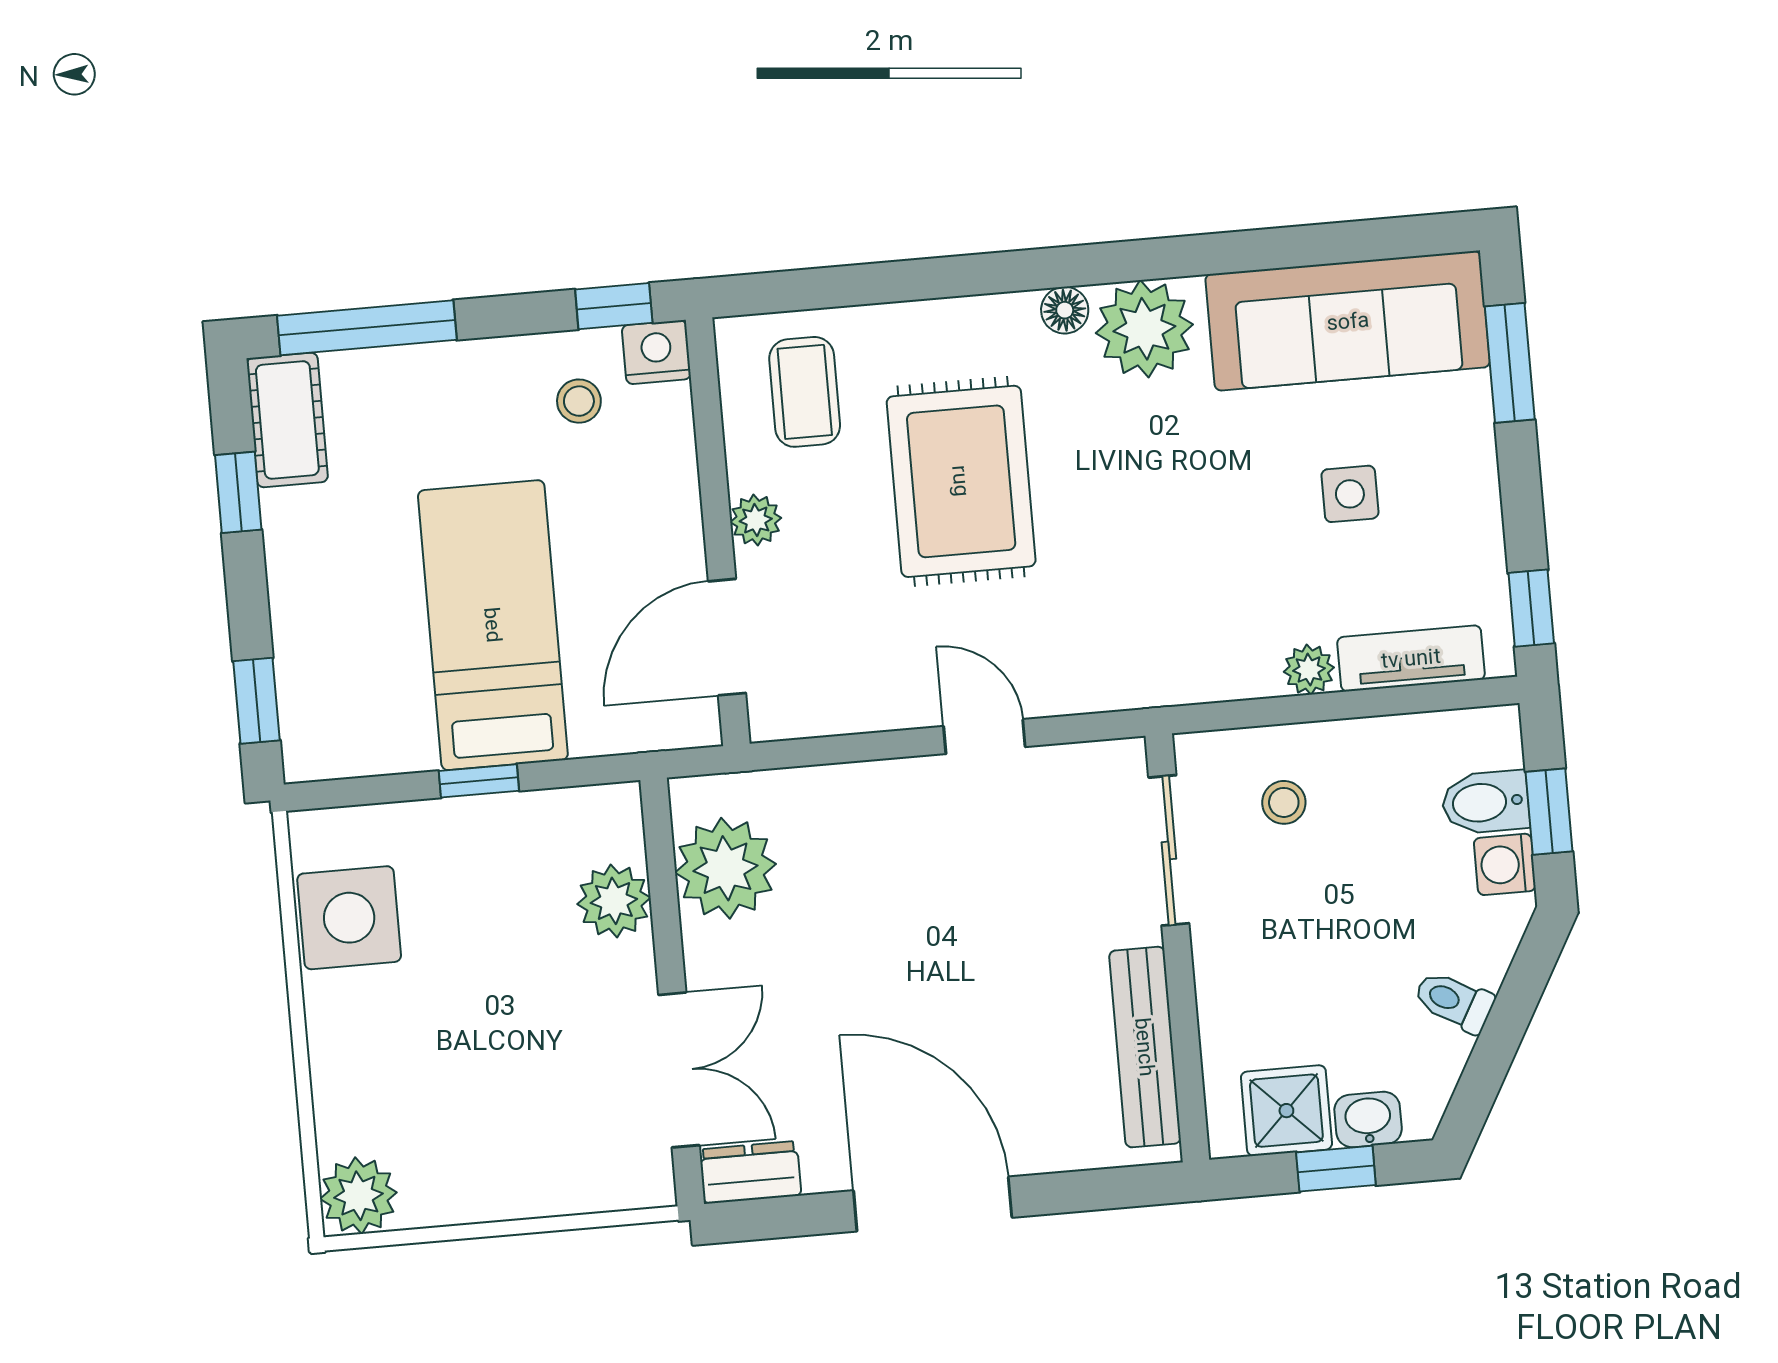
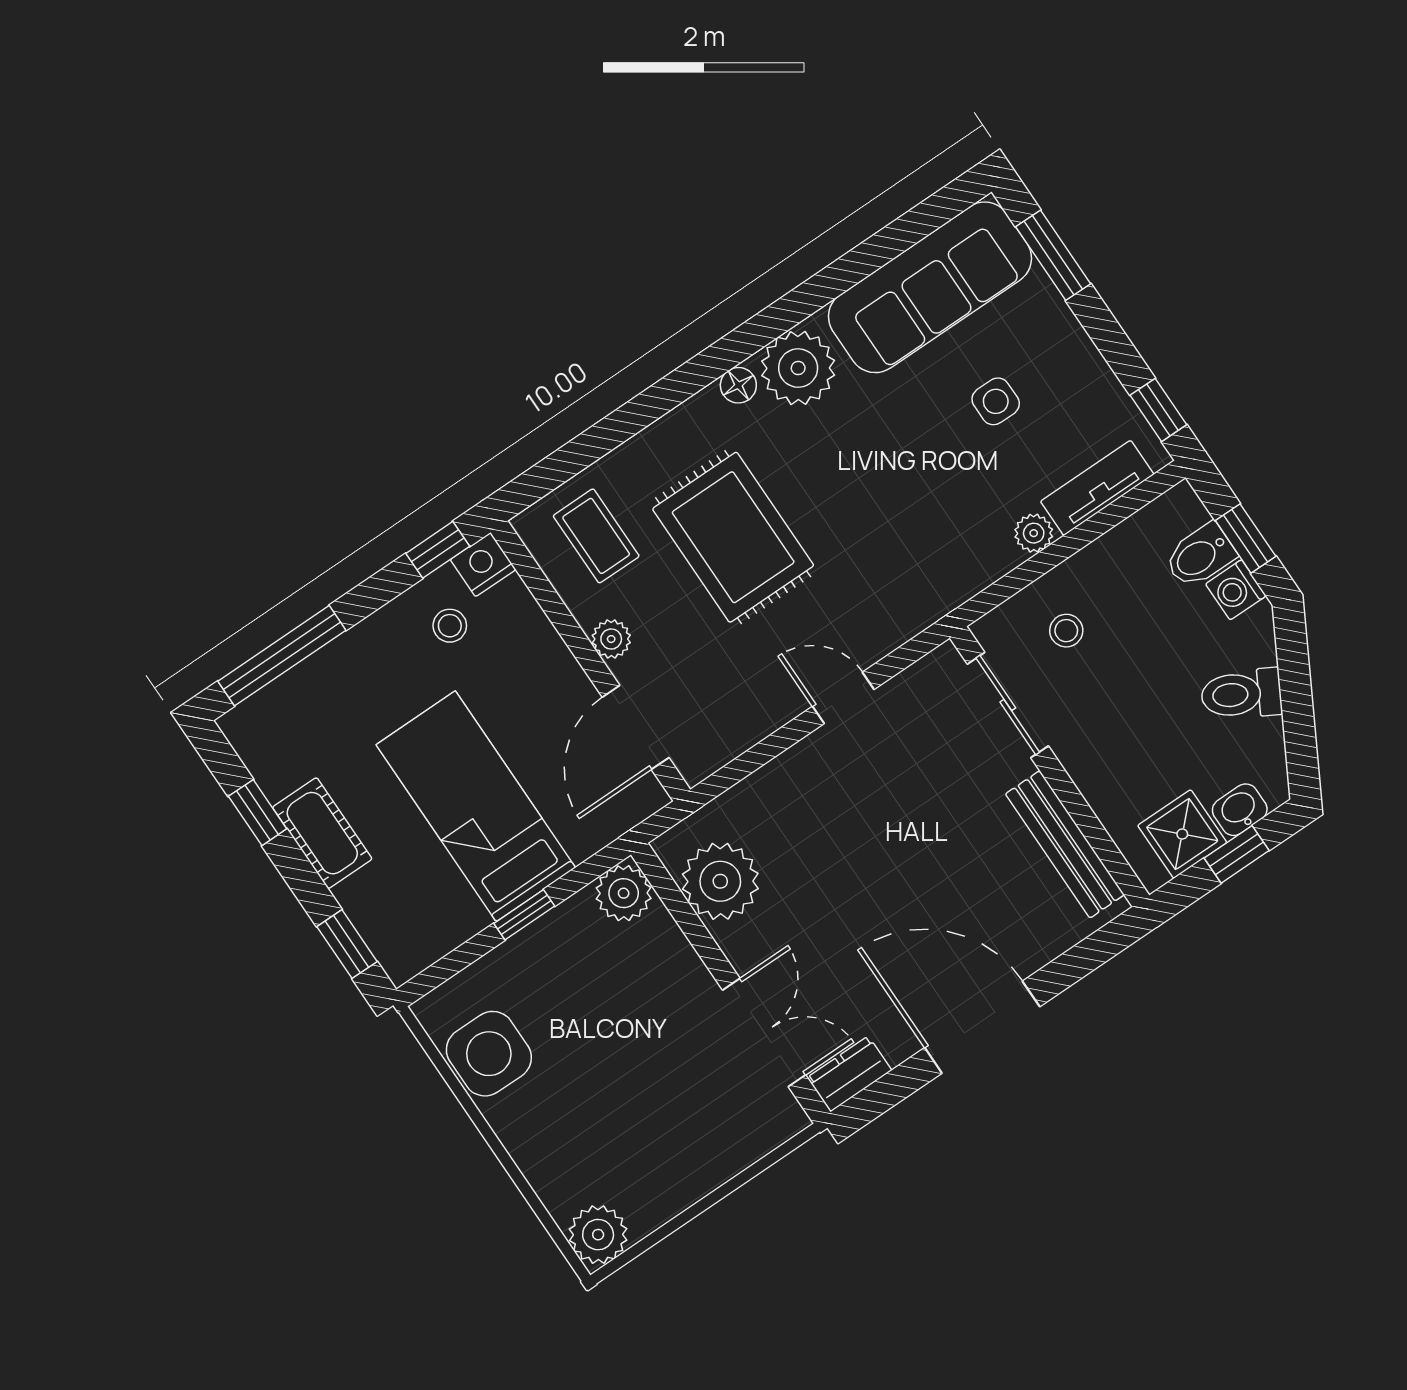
cot: (287, 420) -> (322, 833), moved
plant: (614, 901) -> (624, 893), moved
toilet: (1454, 1001) -> (1241, 694), width x1.37, depth x1.39

